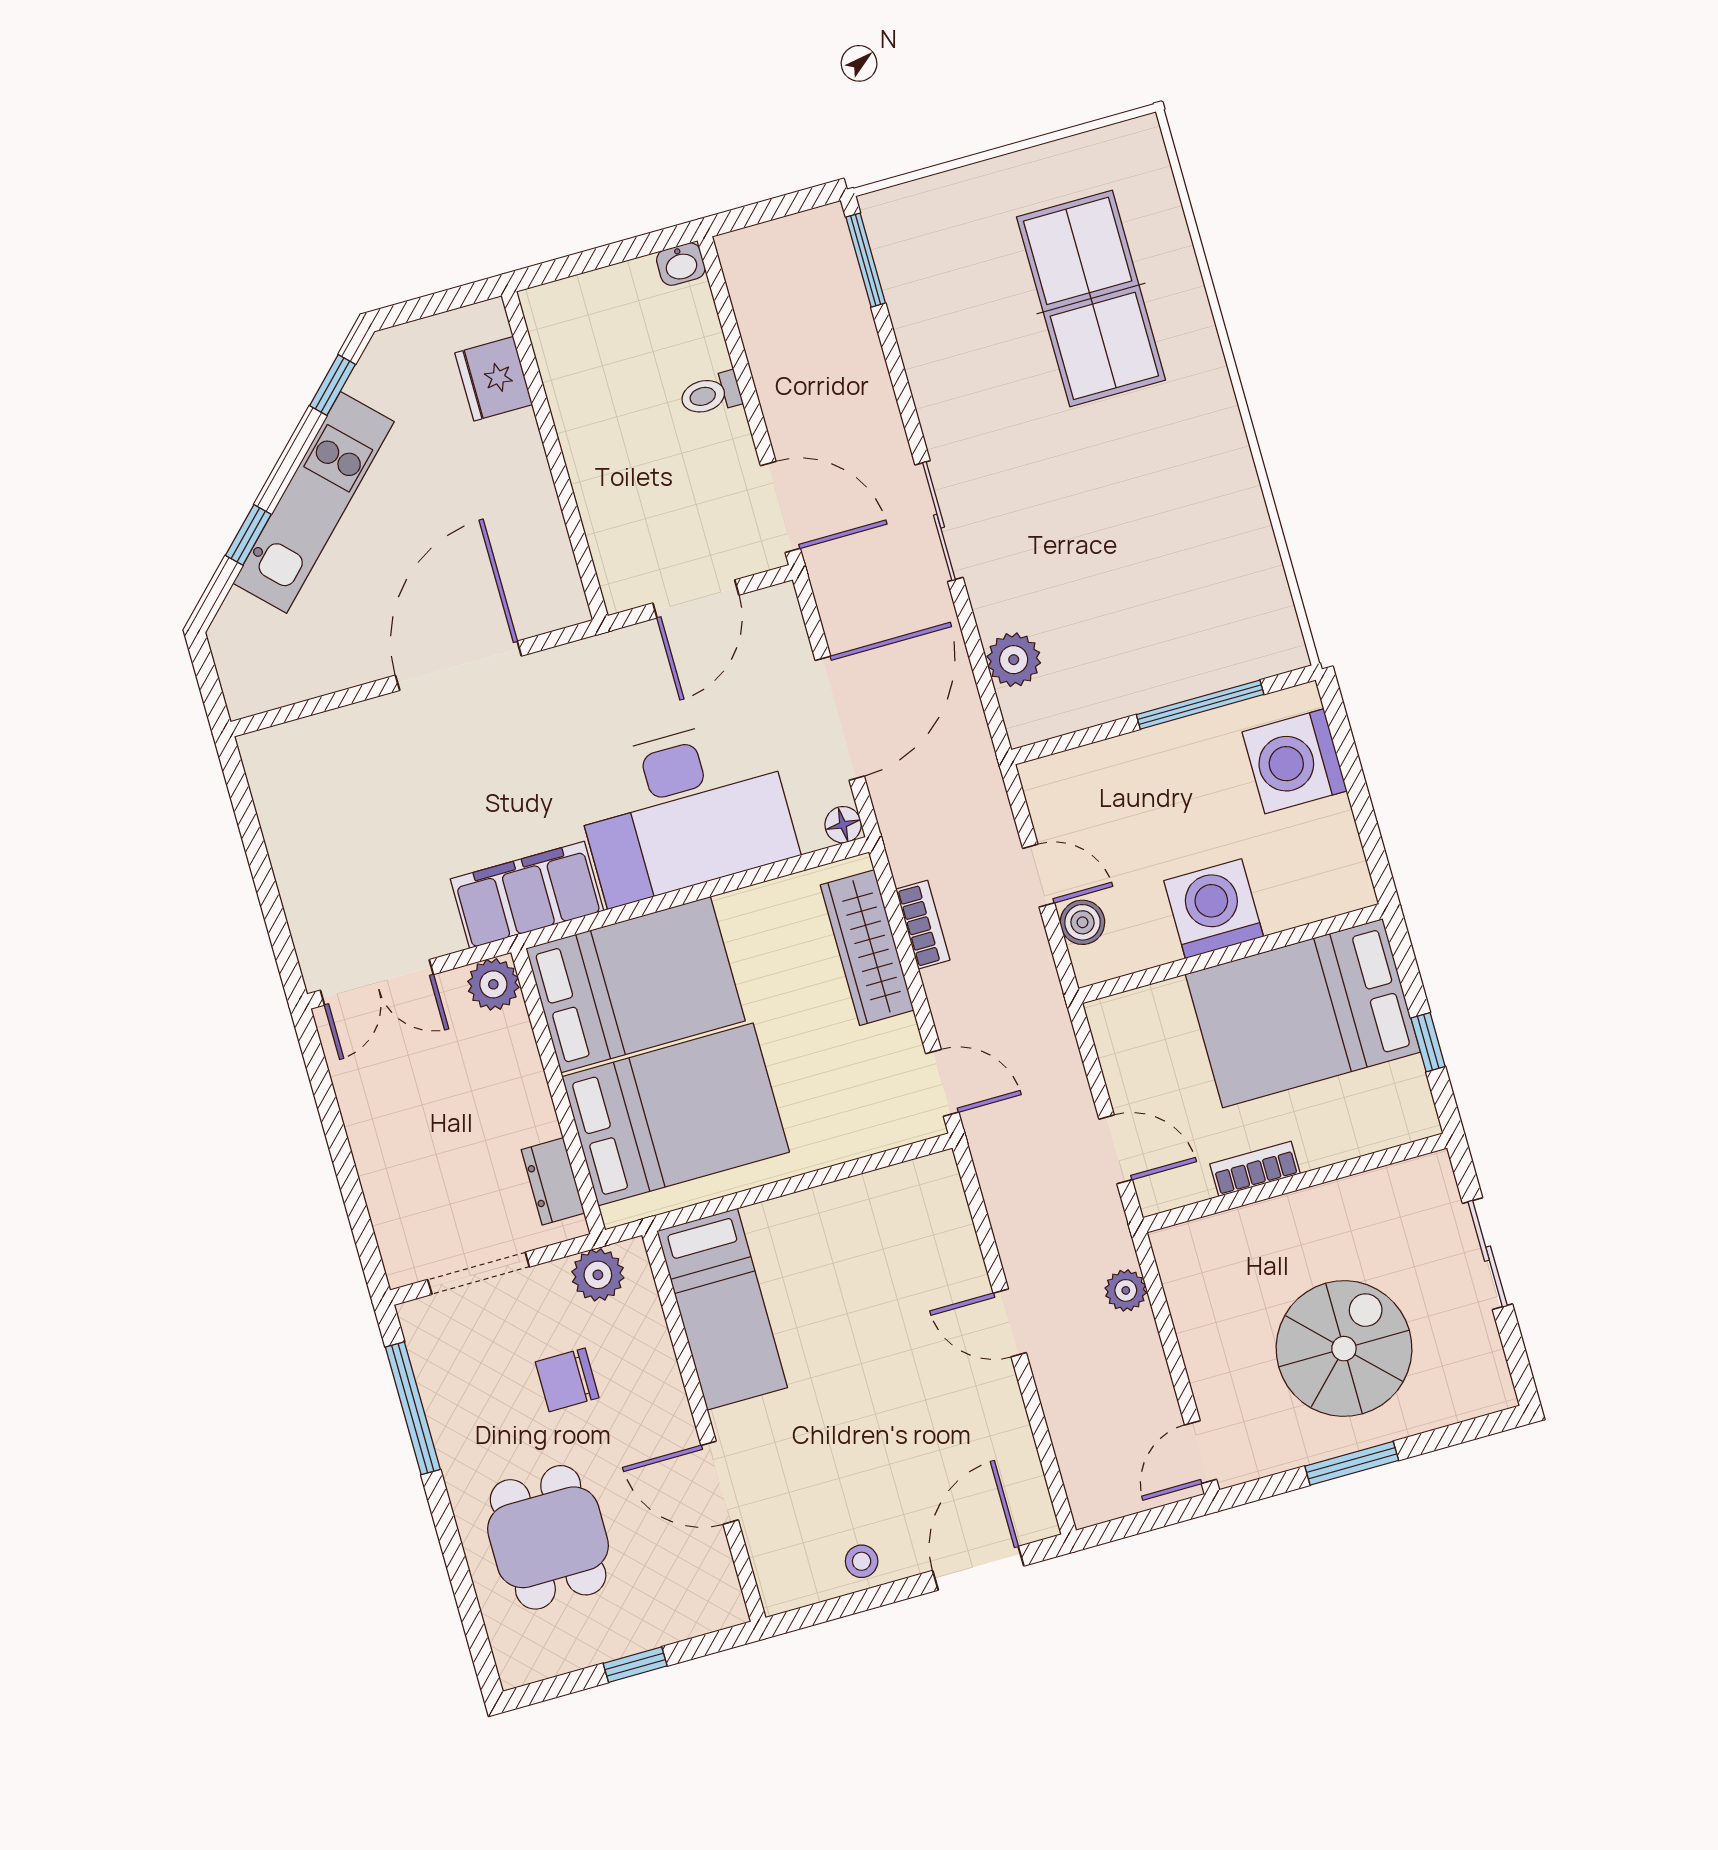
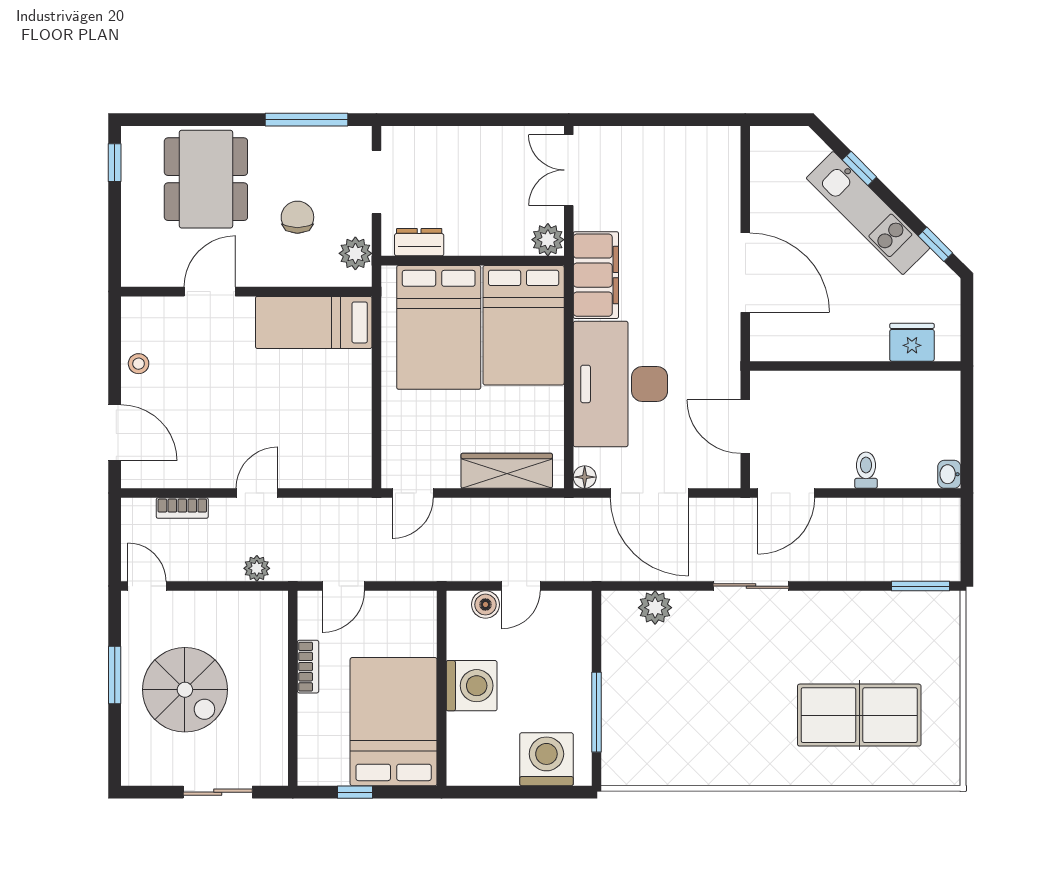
bookcase: (923, 925) -> (182, 508), moved
dining table: (548, 1537) -> (206, 179), width x1.38
window: (635, 1665) -> (115, 163), moved

